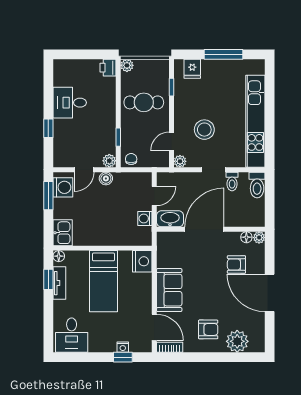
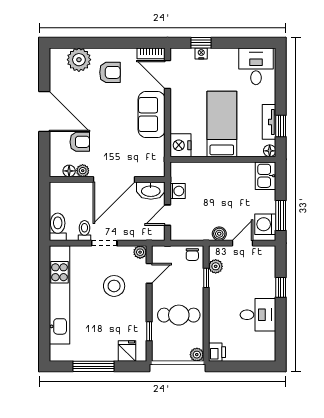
plant: (109, 161) -> (216, 266), moved
plant: (259, 238) -> (83, 171), moved
armchair: (208, 329) -> (110, 72), turned 180

